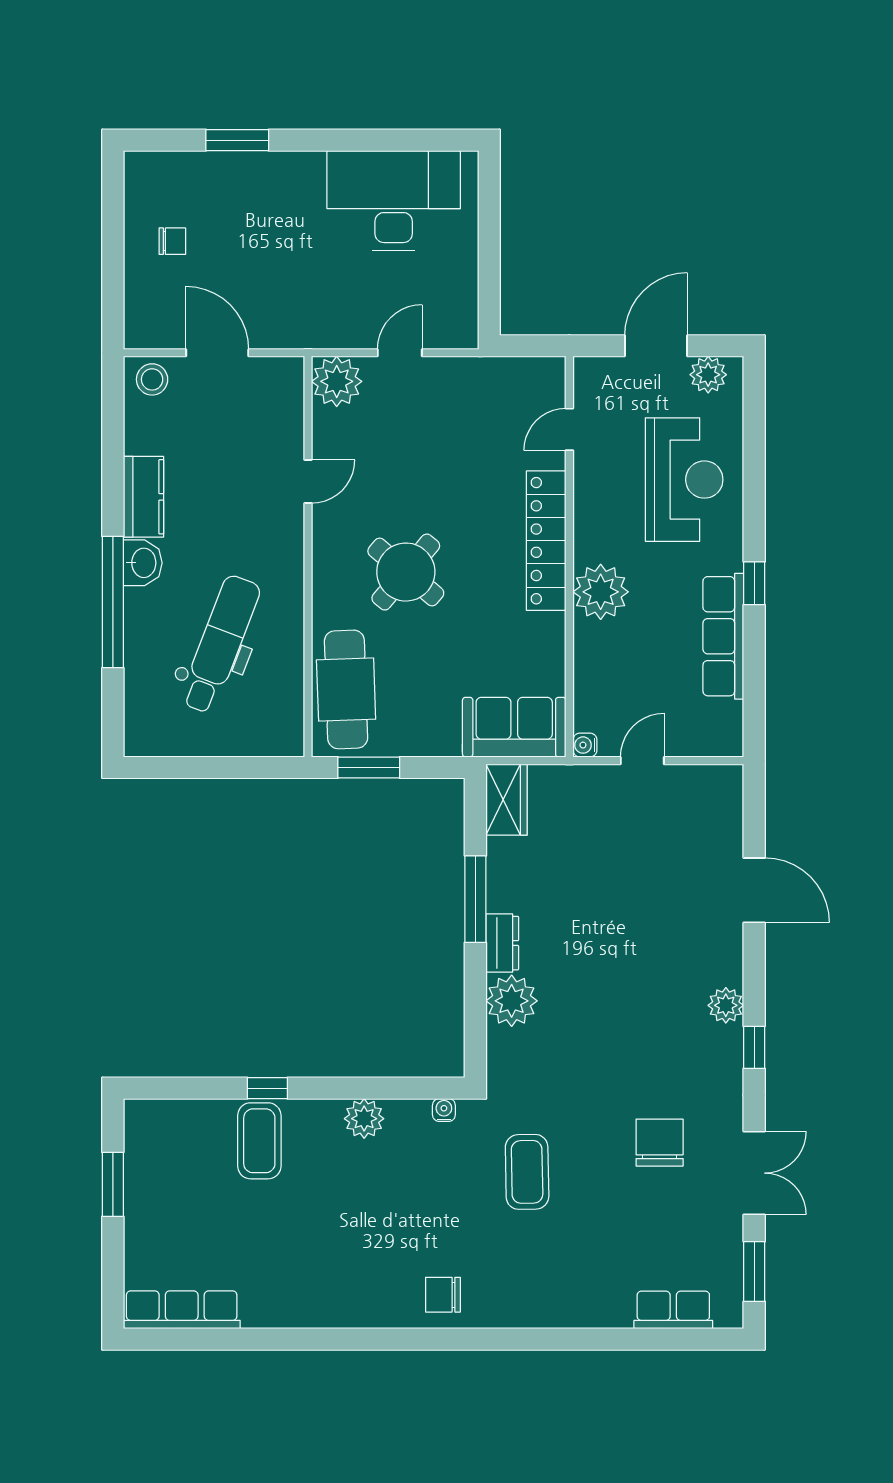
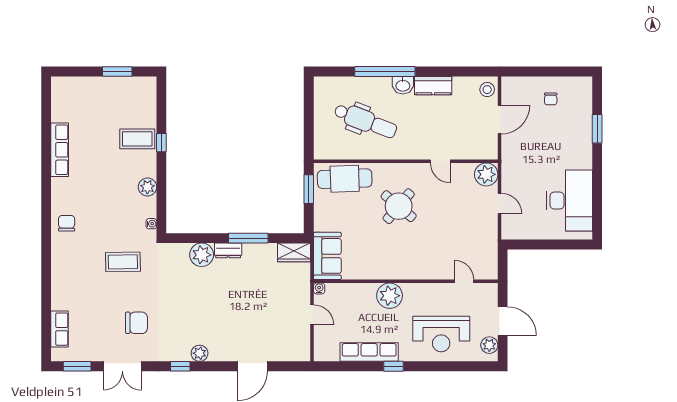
locker: (546, 541) -> (413, 271), removed
row of seats: (182, 1310) -> (60, 150), moved

